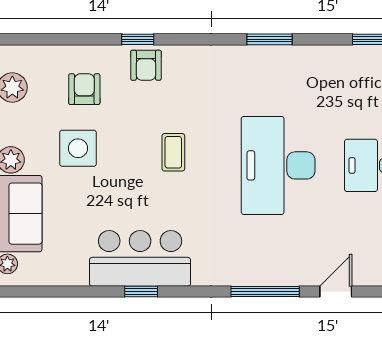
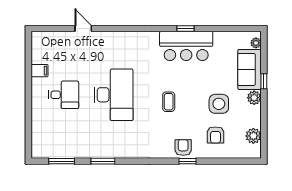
window: (270, 39) -> (103, 161), moved
window: (265, 291) -> (120, 28), removed
door: (336, 291) -> (83, 28), swing flipped

